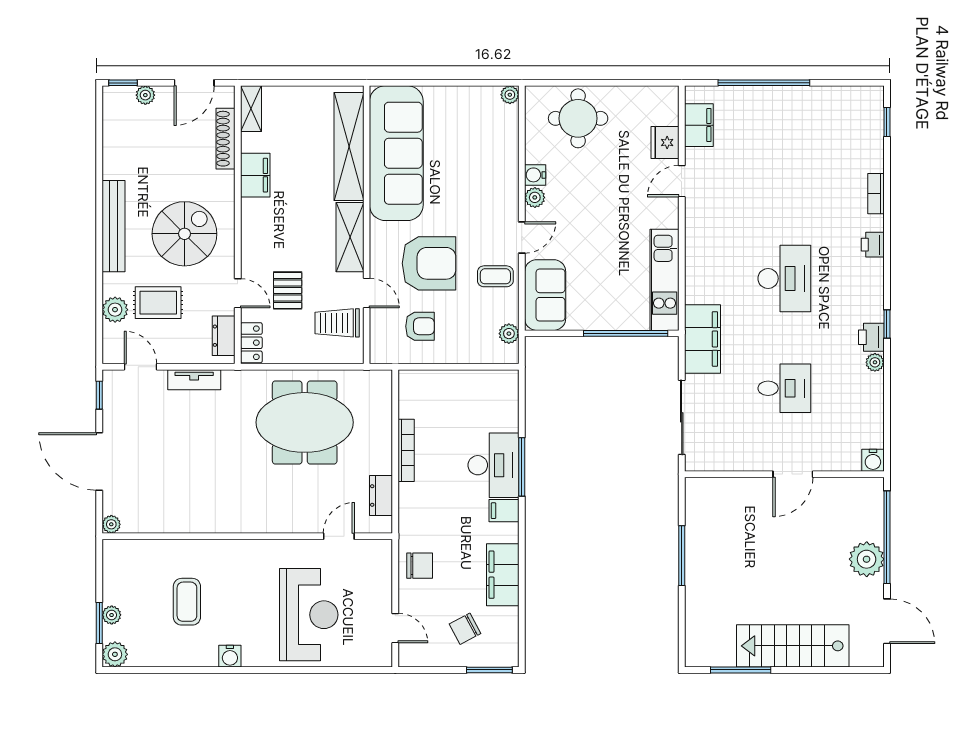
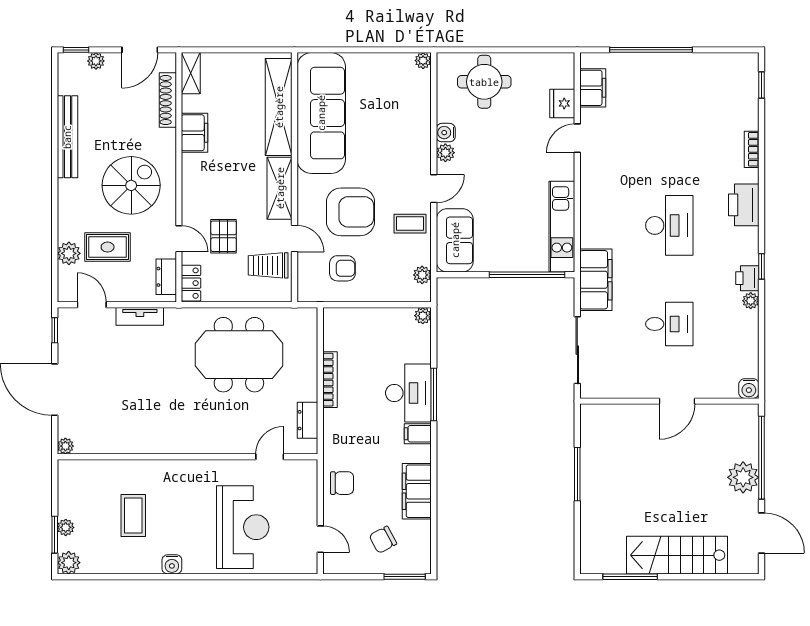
bench: (114, 226) -> (67, 137), moved
printer: (873, 245) -> (744, 205), width x1.87, depth x1.48
plant: (510, 379) -> (423, 316), added

